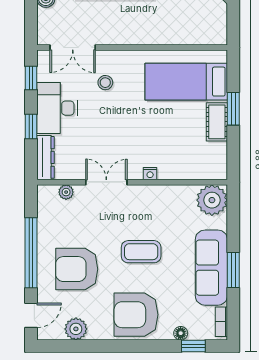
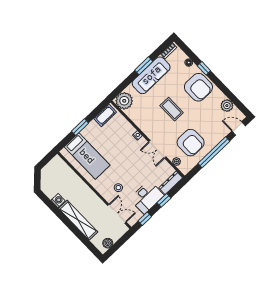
cot: (217, 122) -> (105, 115), moved
armchair: (77, 269) -> (191, 143), moved
window: (193, 346) -> (204, 68), moved

